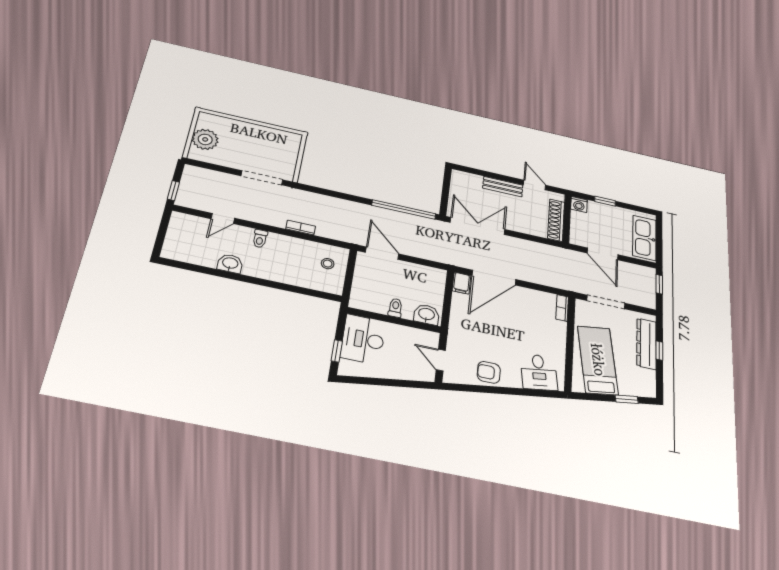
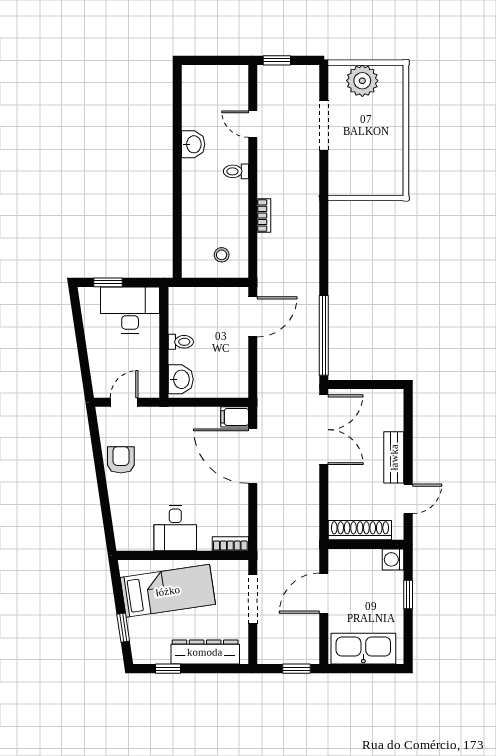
doorway: (262, 178) -> (324, 125), moved
window: (659, 351) -> (168, 669), moved
desk: (539, 372) -> (175, 528), moved, turned -82

